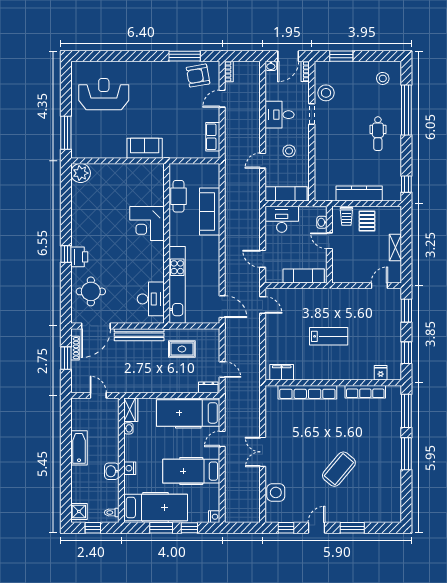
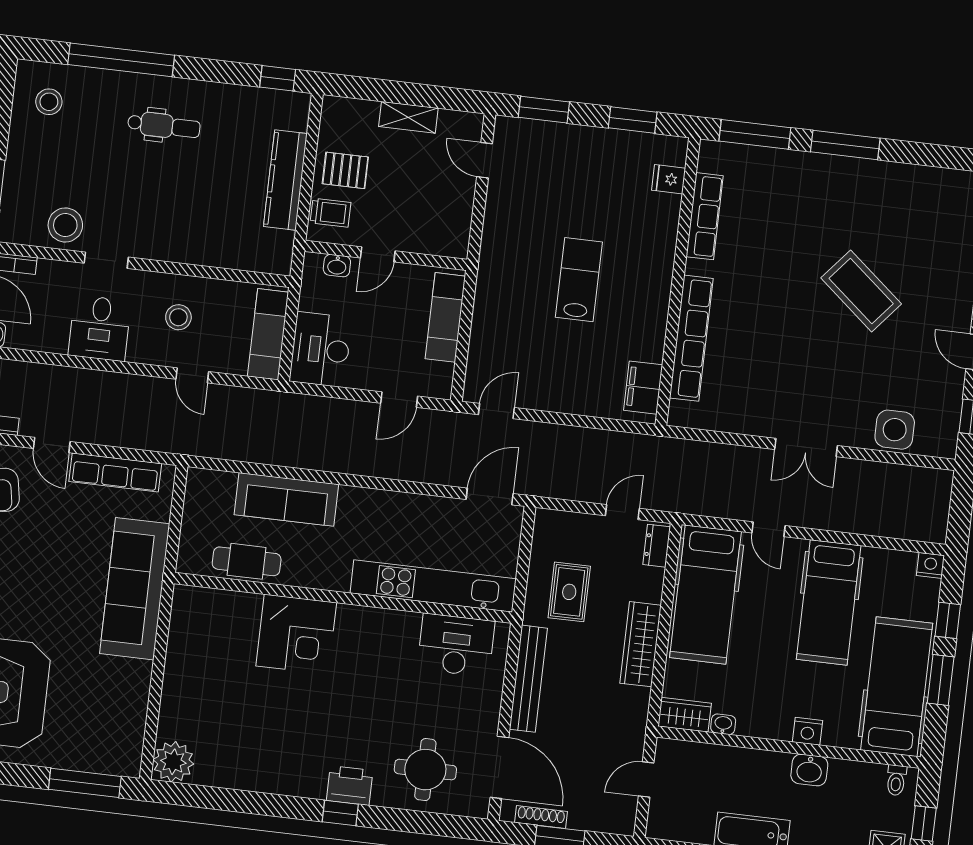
row of seats: (213, 137) -> (115, 473), width x1.48
sofa: (145, 148) -> (135, 589), width x1.85, depth x1.27
wardrobe: (161, 385) -> (641, 644), added

